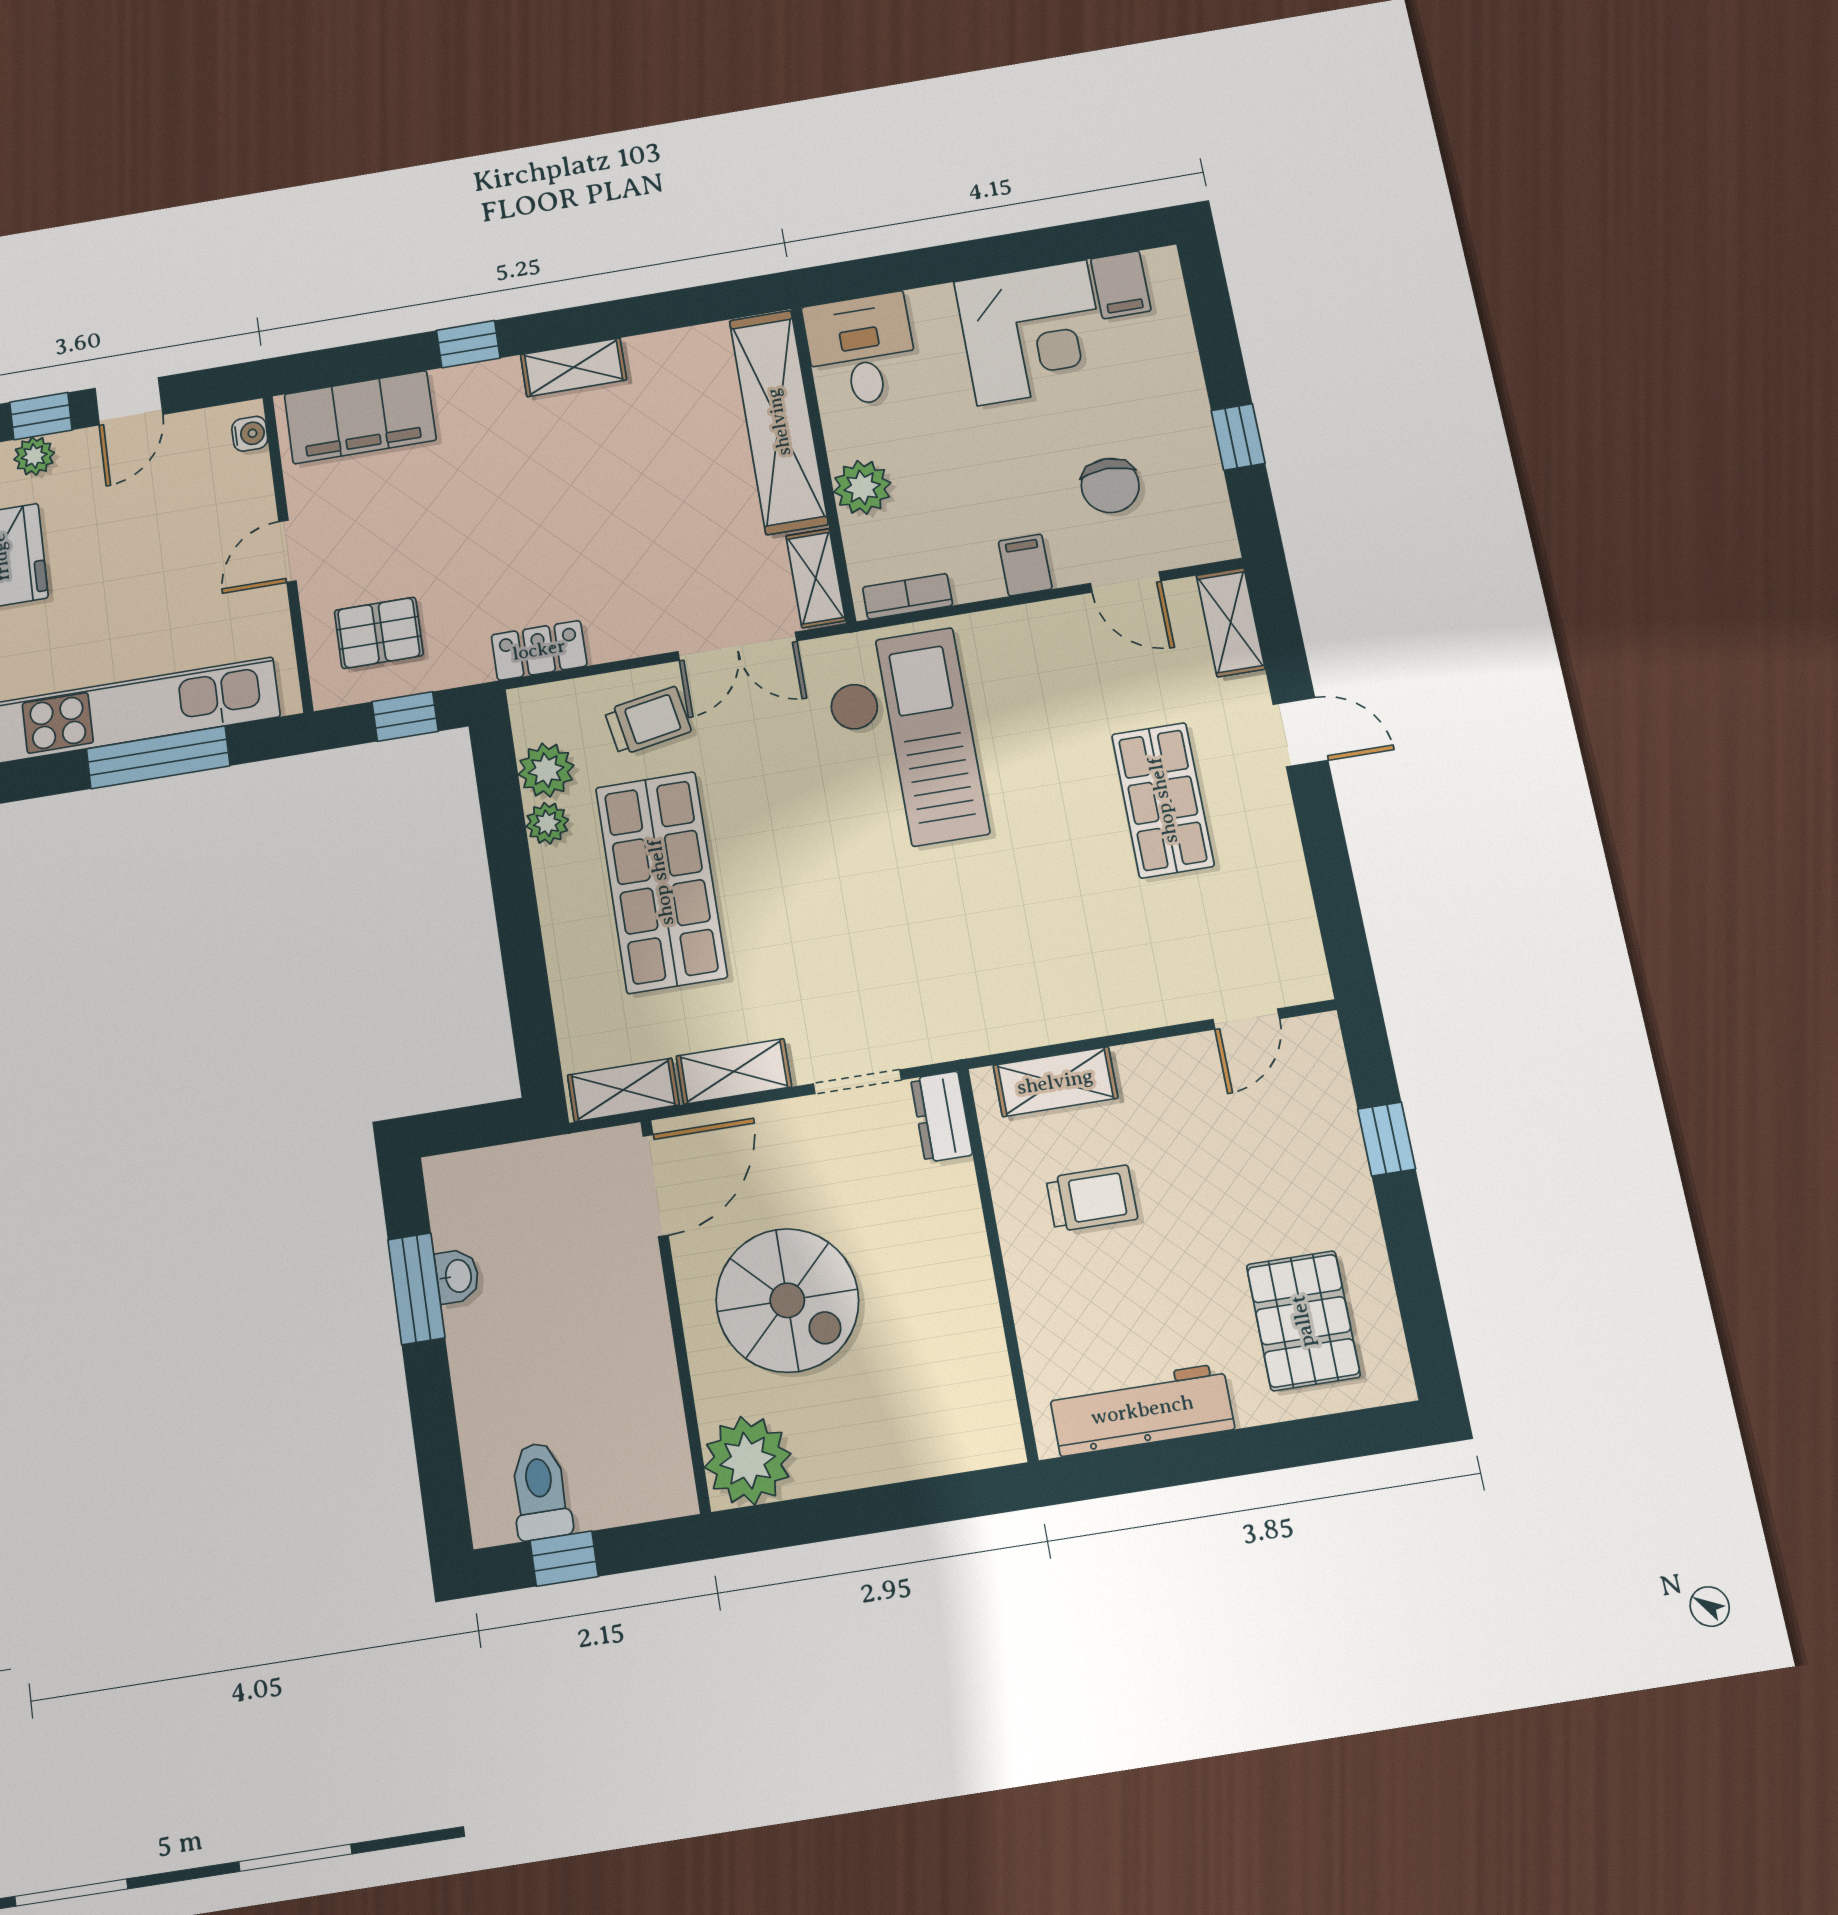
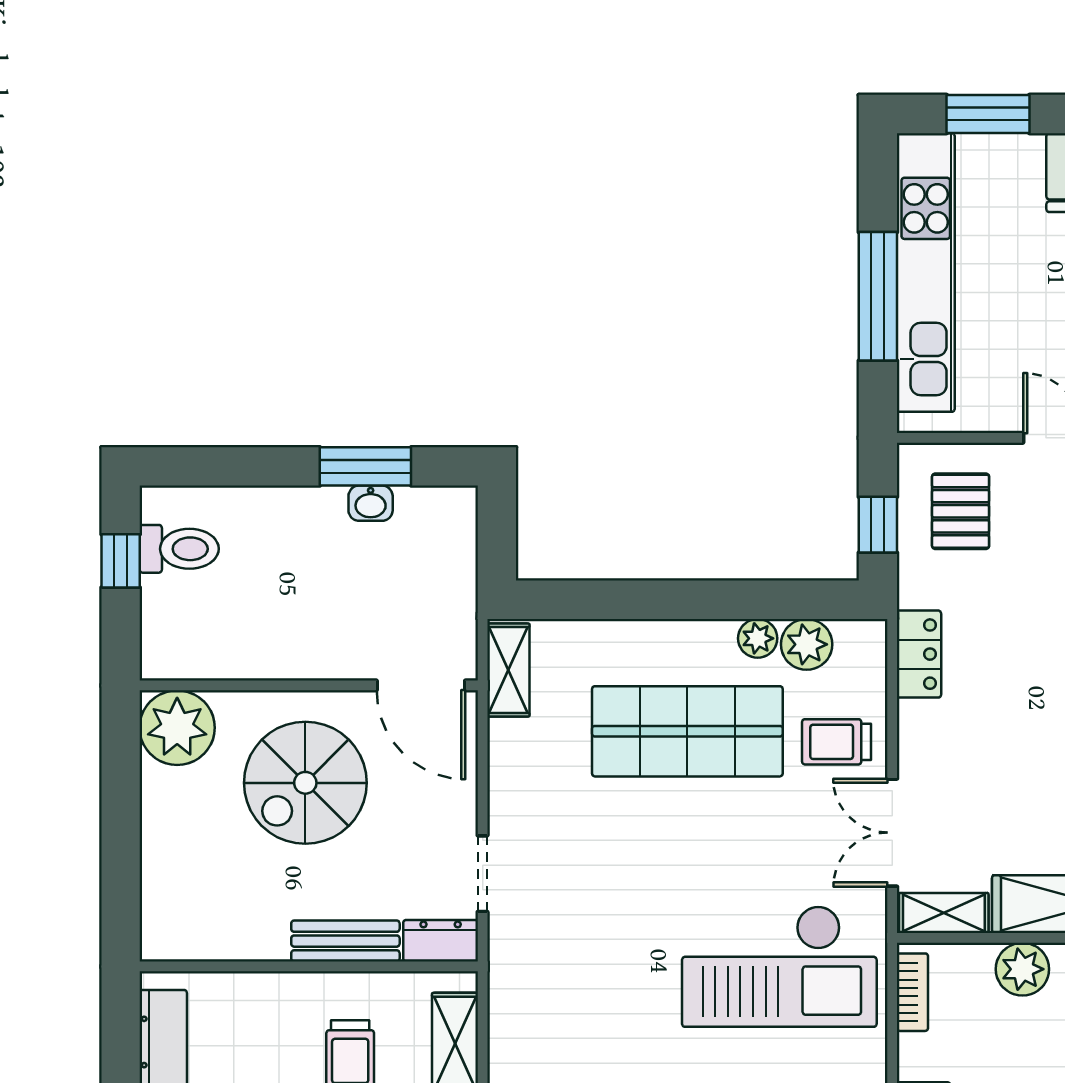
trolley: (648, 721) -> (837, 742), turned 100
shelving: (734, 1071) -> (509, 768), removed
bench: (961, 1225) -> (345, 941), added

